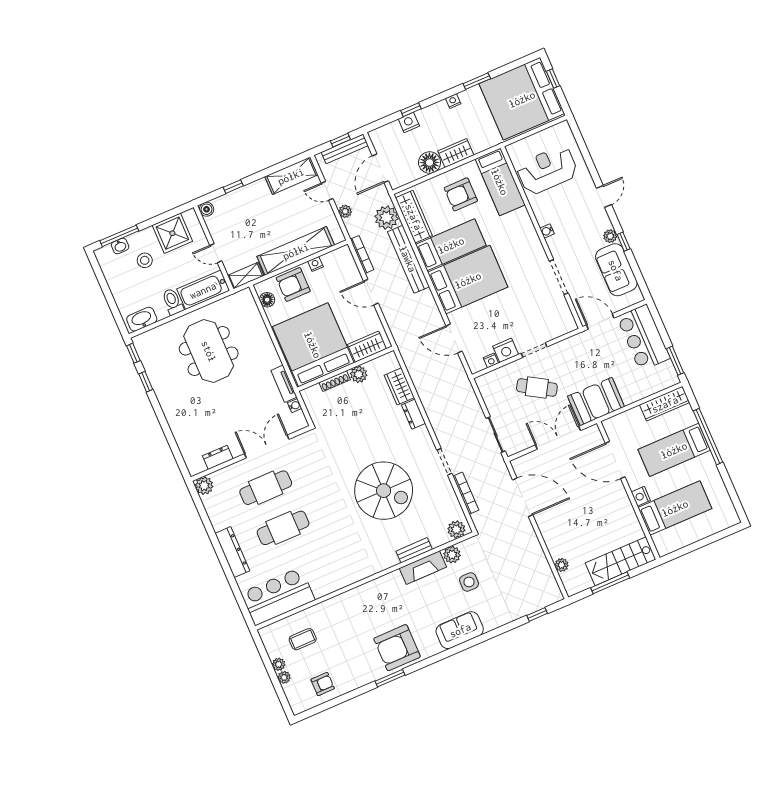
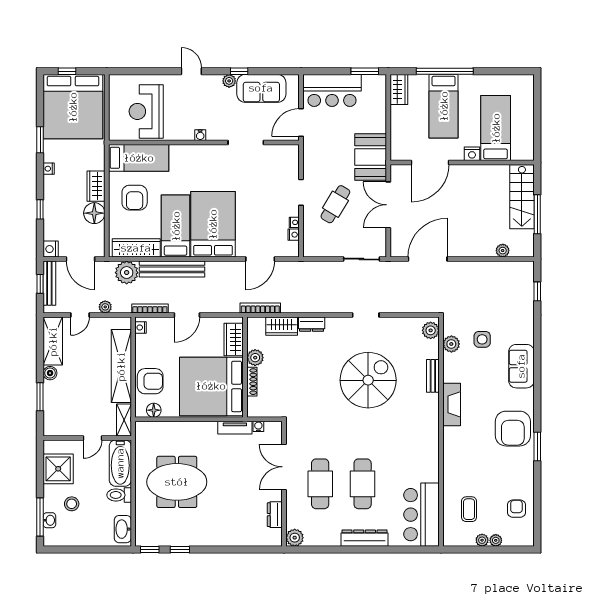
nightstand: (409, 122) -> (51, 249), moved
window: (233, 187) -> (40, 397), width x1.50
boiler: (207, 209) -> (50, 373), moved
nightstand: (315, 264) -> (141, 327), moved
armchair: (293, 284) -> (150, 381), turned -90
nightstand: (506, 350) -> (294, 222), width x0.53, depth x0.56
wardrobe: (665, 404) -> (399, 89), width x0.67
bookcase: (466, 493) -> (260, 308), moved
fireplace: (423, 568) -> (452, 404), moved

